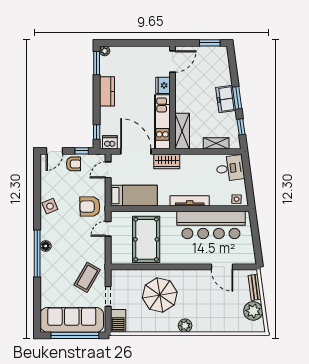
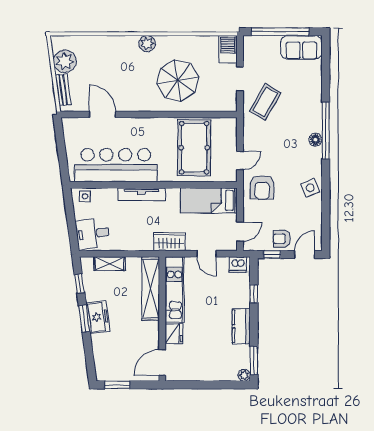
shelving: (182, 131) -> (151, 288), width x1.47
window: (97, 132) -> (254, 294), moved
door: (136, 152) -> (207, 254), width x0.53
armchair: (90, 207) -> (262, 187), turned 91
sofa: (72, 320) -> (301, 47), width x0.54, depth x0.79

